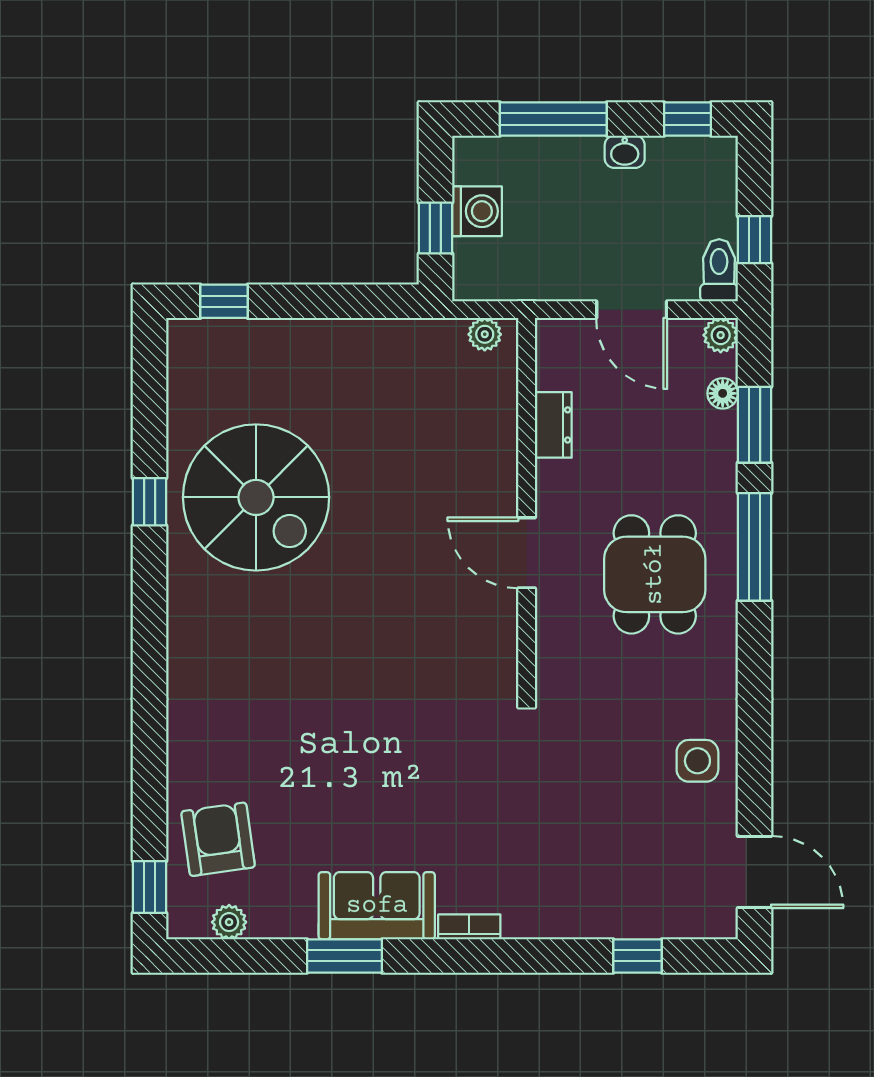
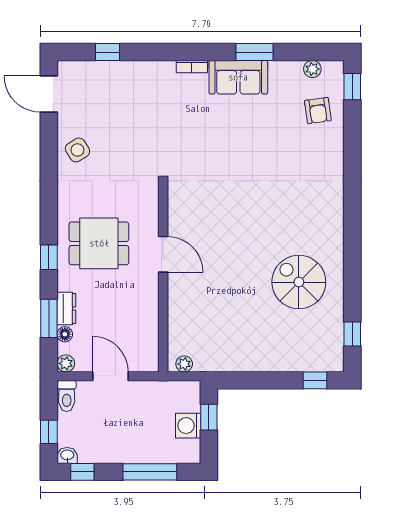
washbasin: (625, 152) -> (67, 455), moved
window: (754, 240) -> (49, 432), moved
dresser: (553, 425) -> (66, 308), moved, turned 180
spiral stairs: (256, 497) -> (299, 282), width x0.73, depth x0.73
window: (150, 502) -> (352, 334), moved
window: (754, 547) -> (49, 257), width x0.46
dining table: (655, 574) -> (99, 243), turned 90
side table: (697, 761) -> (77, 150), turned -32
armchair: (218, 839) -> (318, 111), width x0.72, depth x0.72

